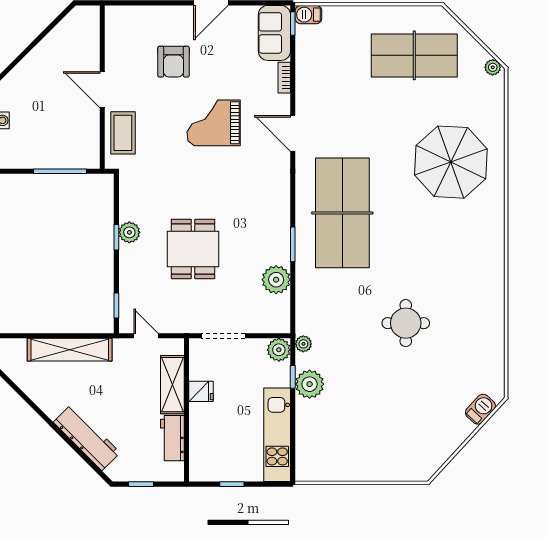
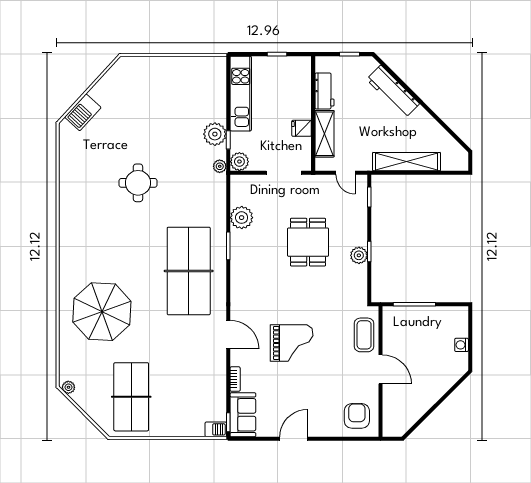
table tennis table: (414, 55) -> (131, 397), turned 90
armchair: (173, 62) -> (357, 416), moved
barbecue: (480, 409) -> (83, 112), width x1.38, depth x1.27

